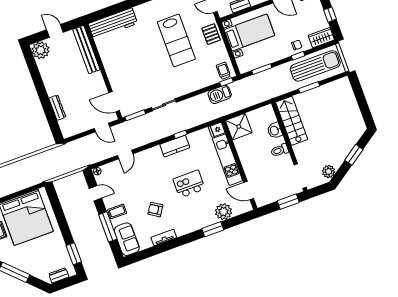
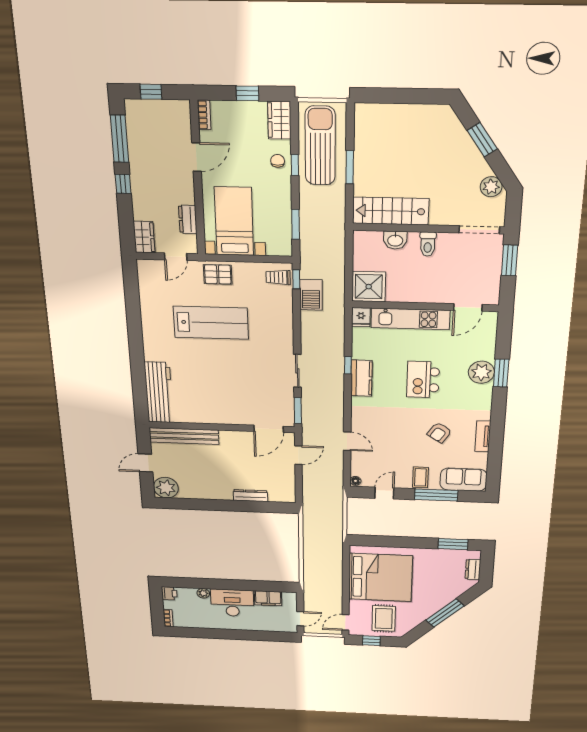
plant: (223, 212) -> (481, 372), moved

